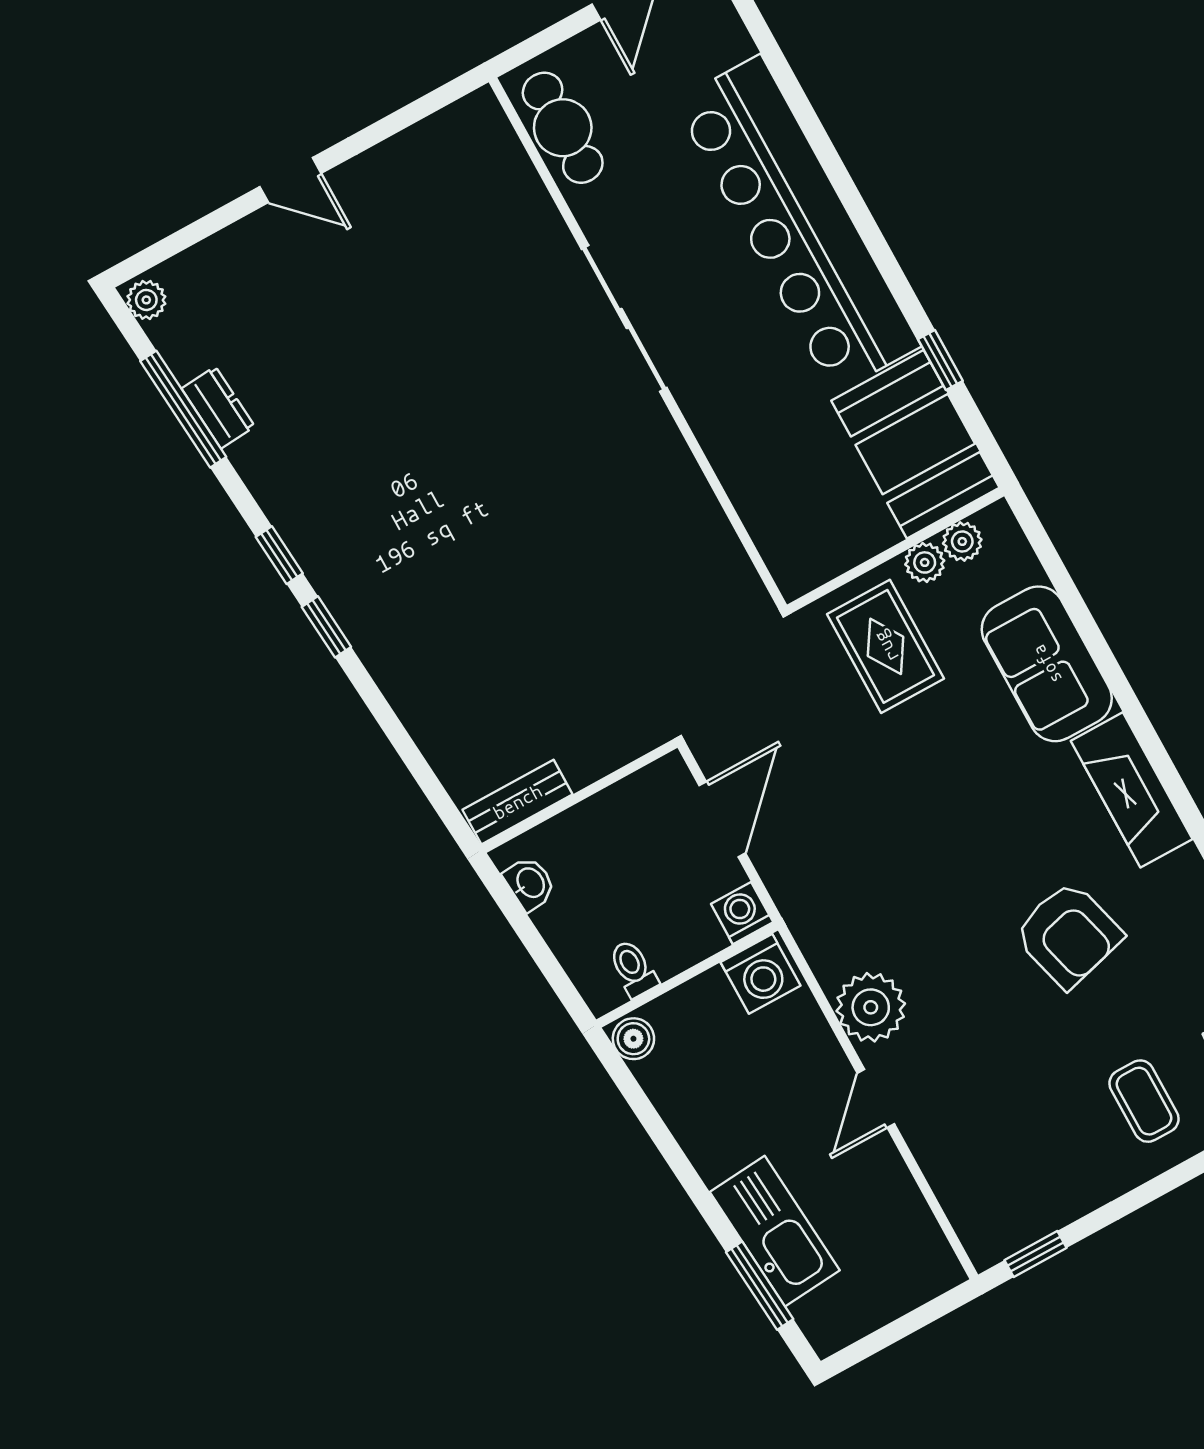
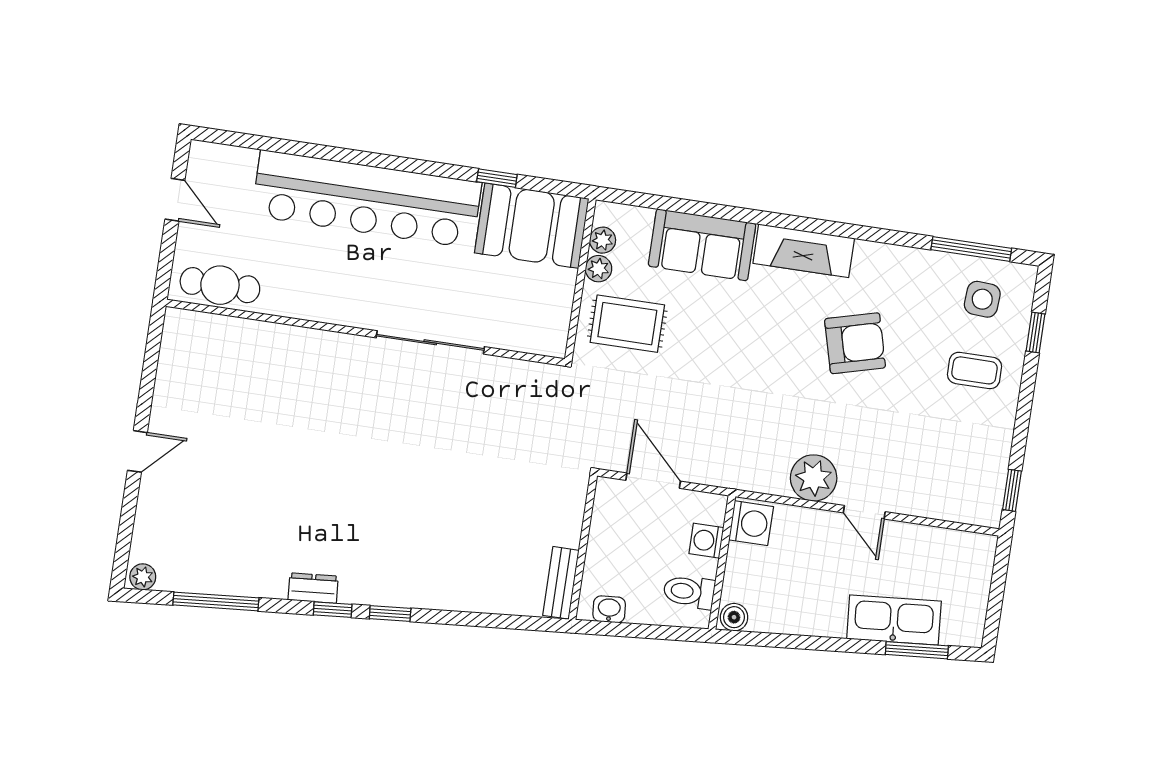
sliding door: (624, 319) -> (430, 342), moved
dresser: (218, 407) -> (313, 588), moved
washing machine: (742, 913) -> (706, 541), moved
toilet: (633, 968) -> (689, 592), width x1.37, depth x1.39

